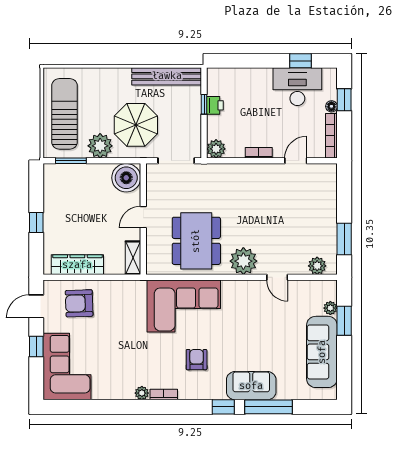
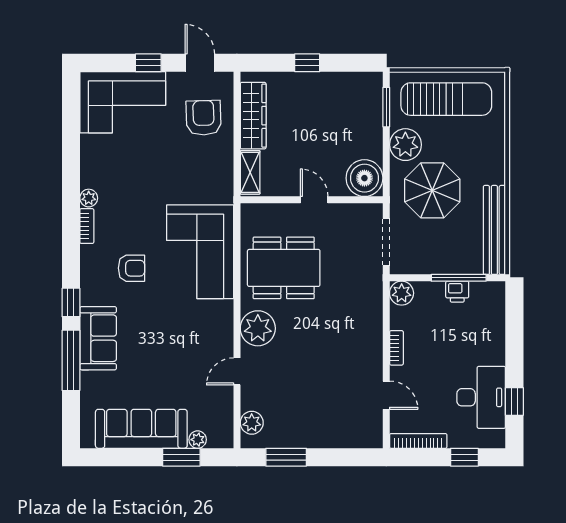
window: (204, 104) -> (459, 278), width x2.17
floor lamp: (331, 106) -> (456, 441), removed
shelving: (133, 258) -> (250, 172), moved, turned 90

